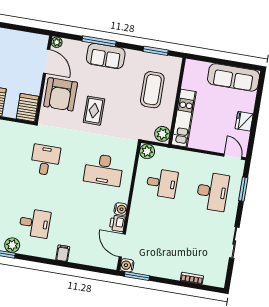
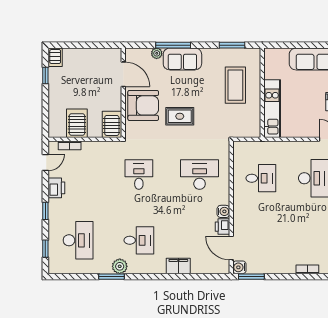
plant: (57, 42) -> (157, 53), moved
armchair: (61, 94) -> (143, 105), turned -90
rug: (94, 111) -> (180, 116), turned 90
plant: (162, 134) -> (253, 128), removed
plant: (147, 151) -> (240, 149), removed
desk: (104, 170) -> (200, 175), turned 180
filing cabinet: (63, 253) -> (178, 266), width x2.00

